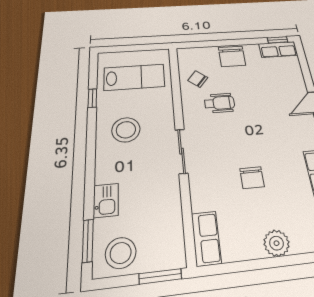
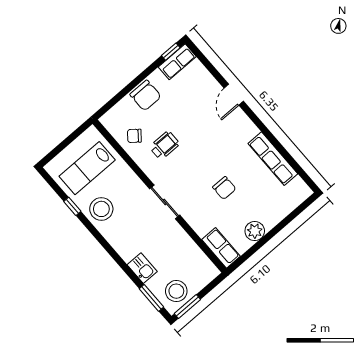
lab bench: (134, 77) -> (87, 168), turned 180
stool: (126, 130) -> (101, 209), moved
plant: (277, 243) -> (255, 231), moved
window: (160, 276) -> (187, 307), moved

